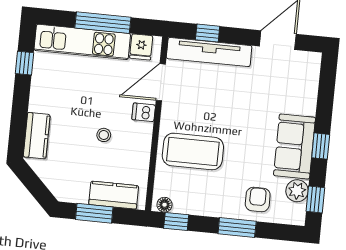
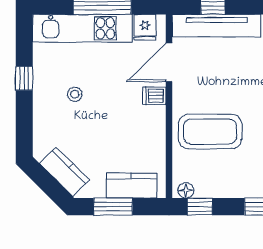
window: (25, 63) -> (24, 78), moved
stool: (104, 135) -> (75, 94), moved
kitchen counter: (37, 136) -> (64, 172), moved, turned -45

